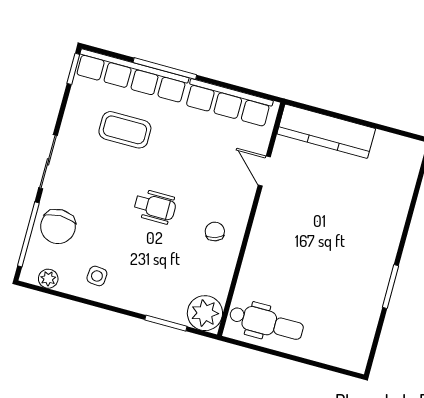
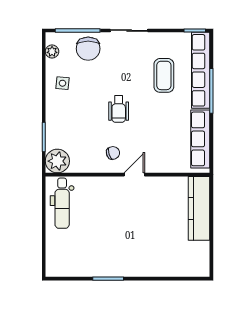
door: (264, 171) -> (134, 175), moved
chair: (58, 227) -> (88, 49), turned -90

